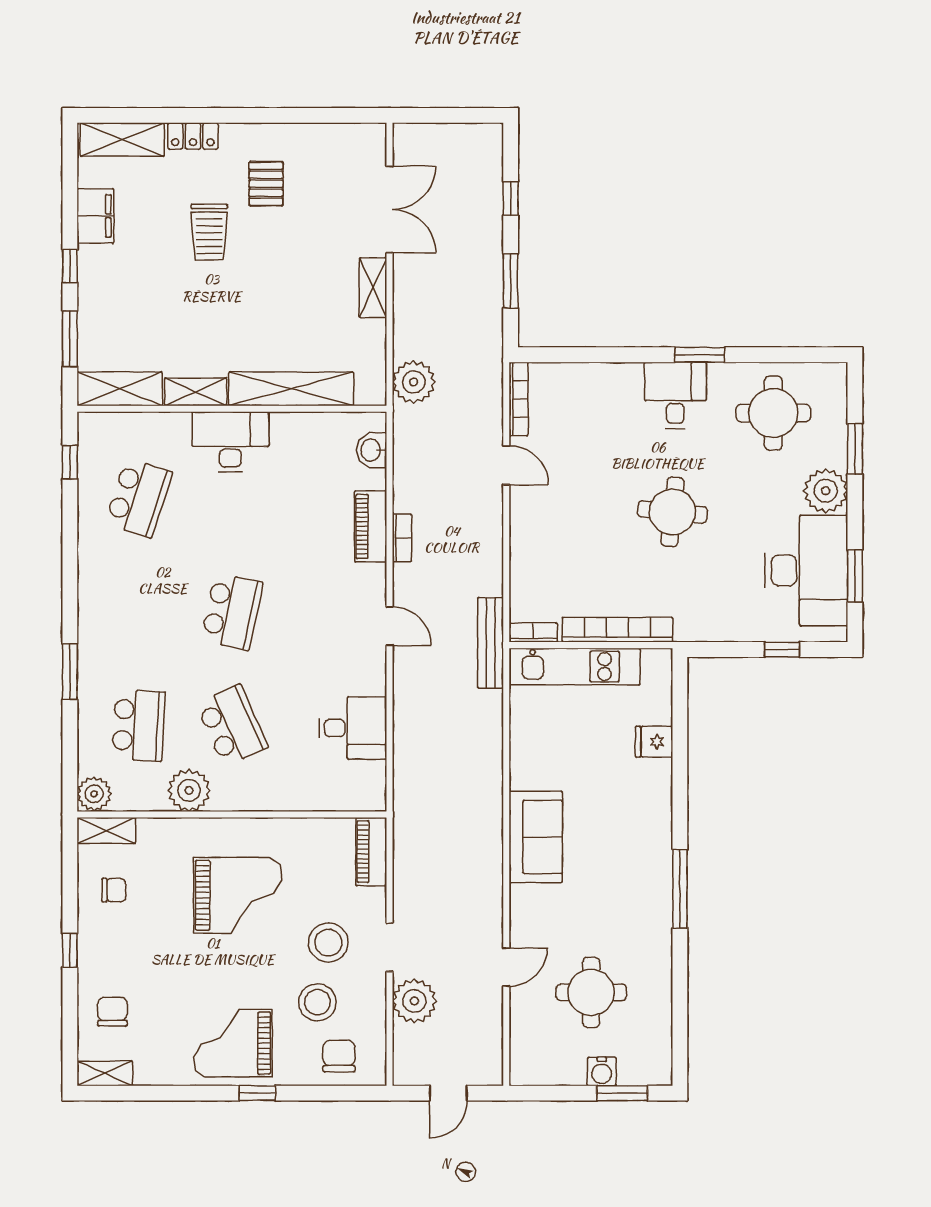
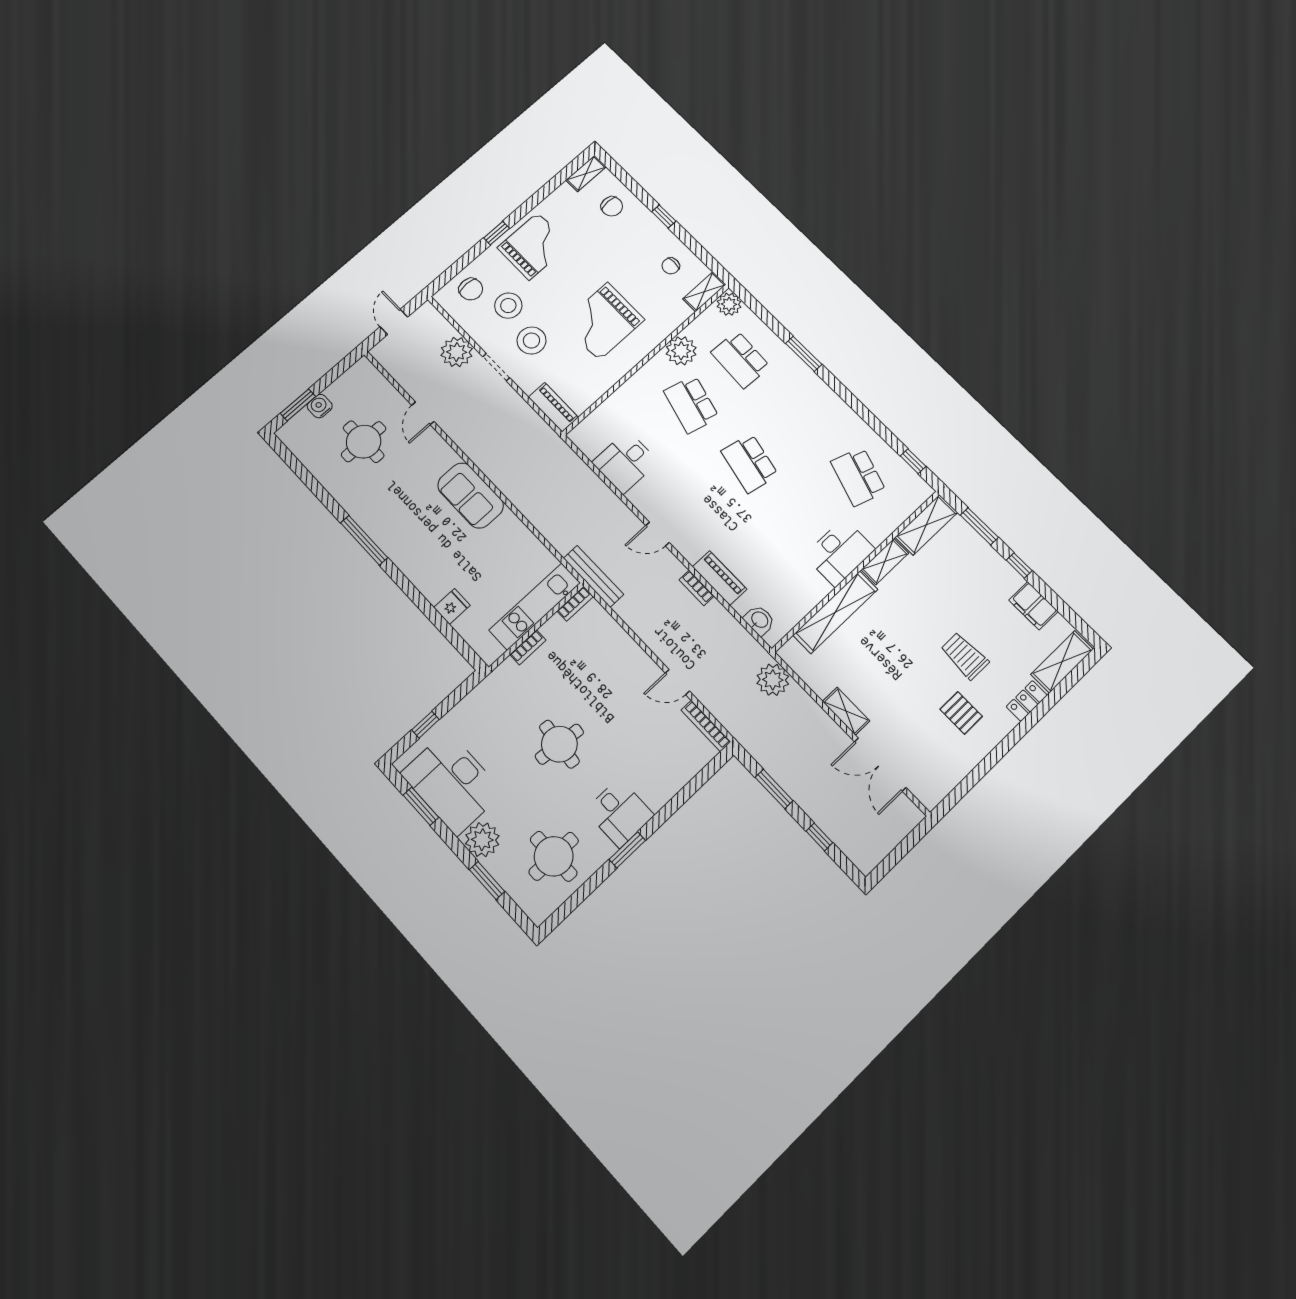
bookcase: (617, 630) -> (528, 647), width x0.43, depth x0.76
school desk: (232, 725) -> (691, 404), turned 39

